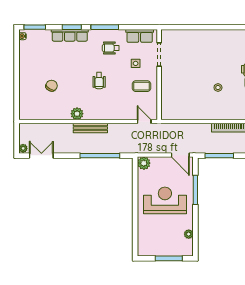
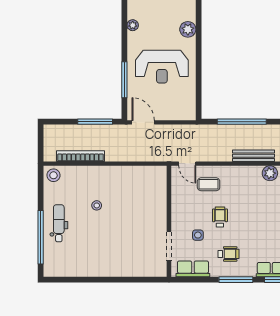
wheelchair: (99, 81) -> (220, 217), moved
coffee table: (142, 86) -> (209, 184), moved
plant: (144, 163) -> (188, 29), moved

